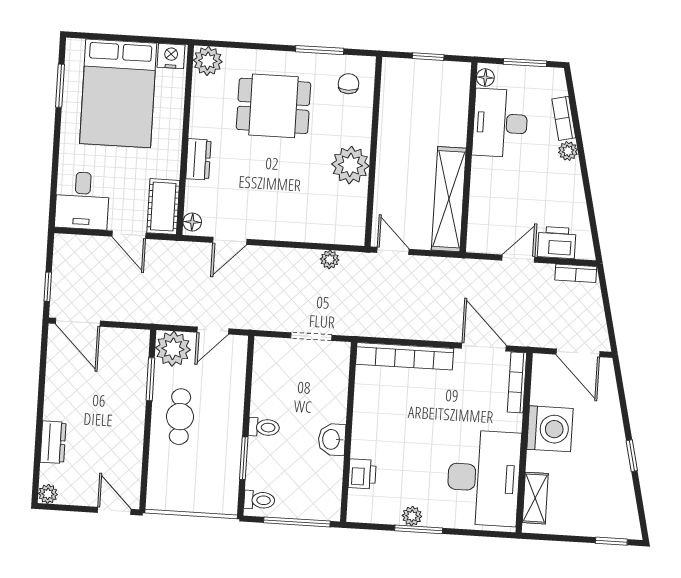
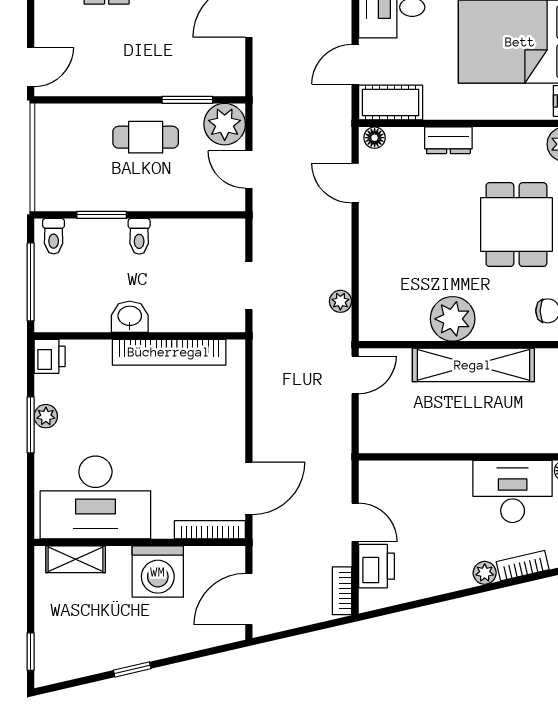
shelving: (449, 199) -> (473, 365), moved
bookcase: (405, 356) -> (169, 352), moved, turned -90
printer: (362, 474) -> (50, 356), moved, turned -90

